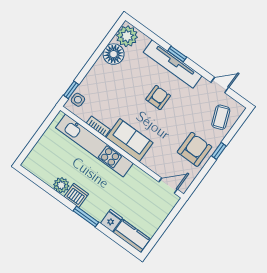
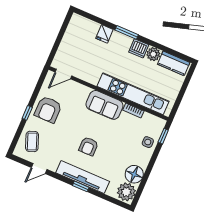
side table: (78, 100) -> (148, 142), moved
kitchen counter: (132, 236) -> (174, 63), moved

